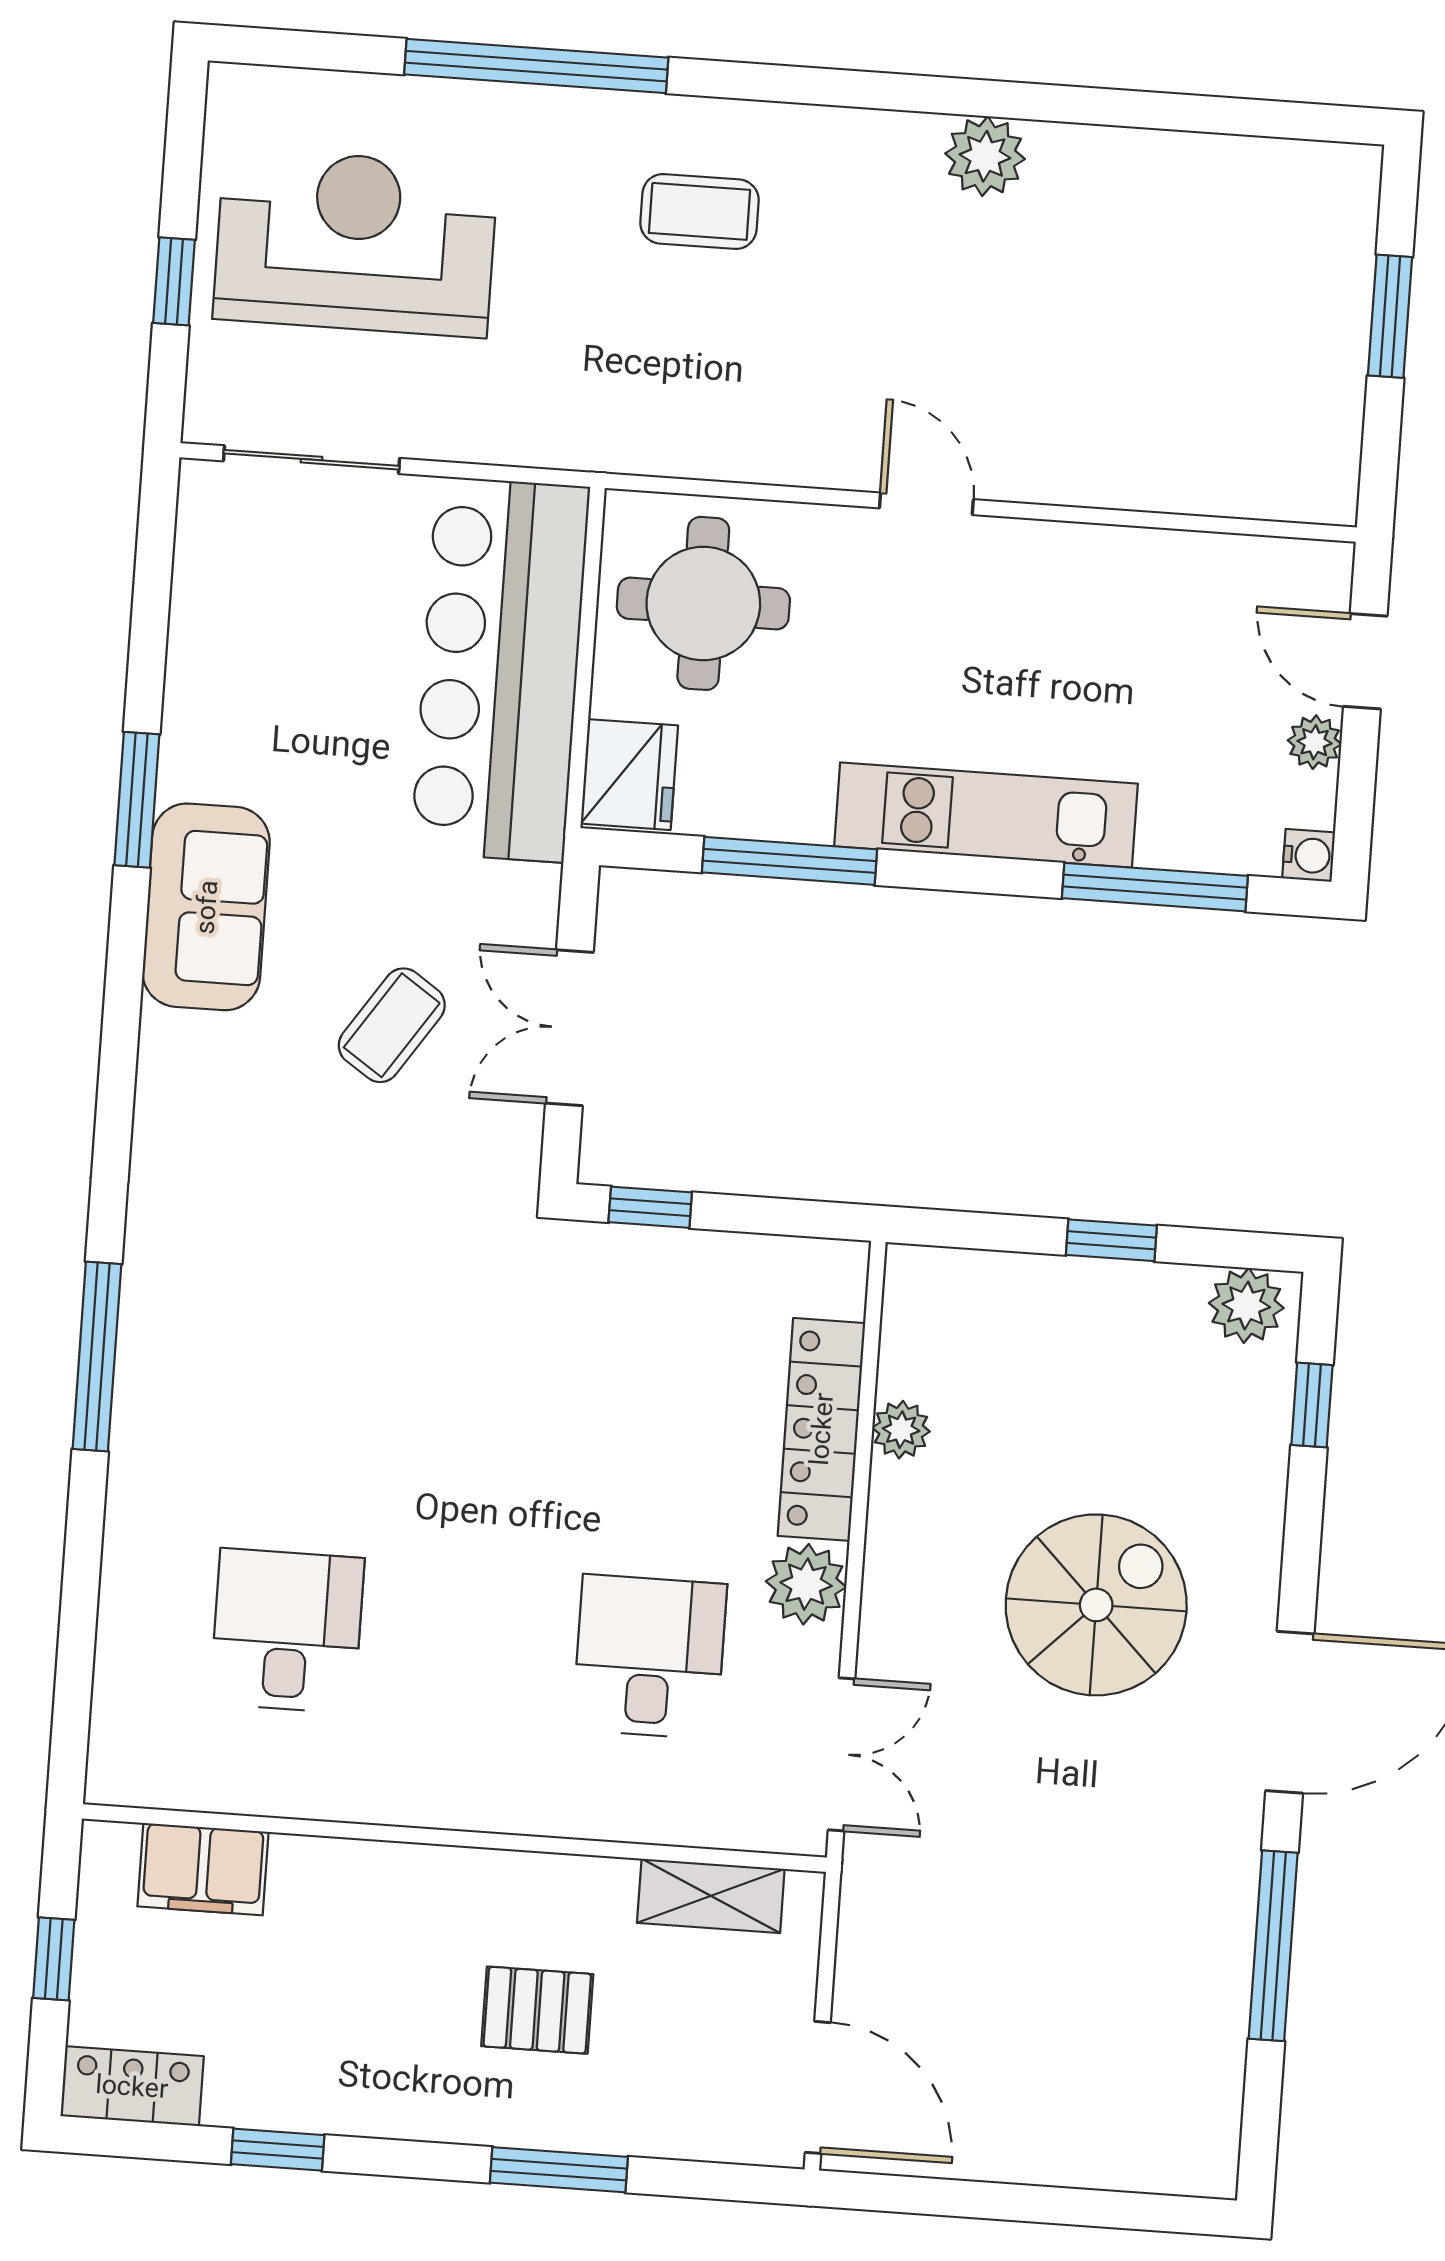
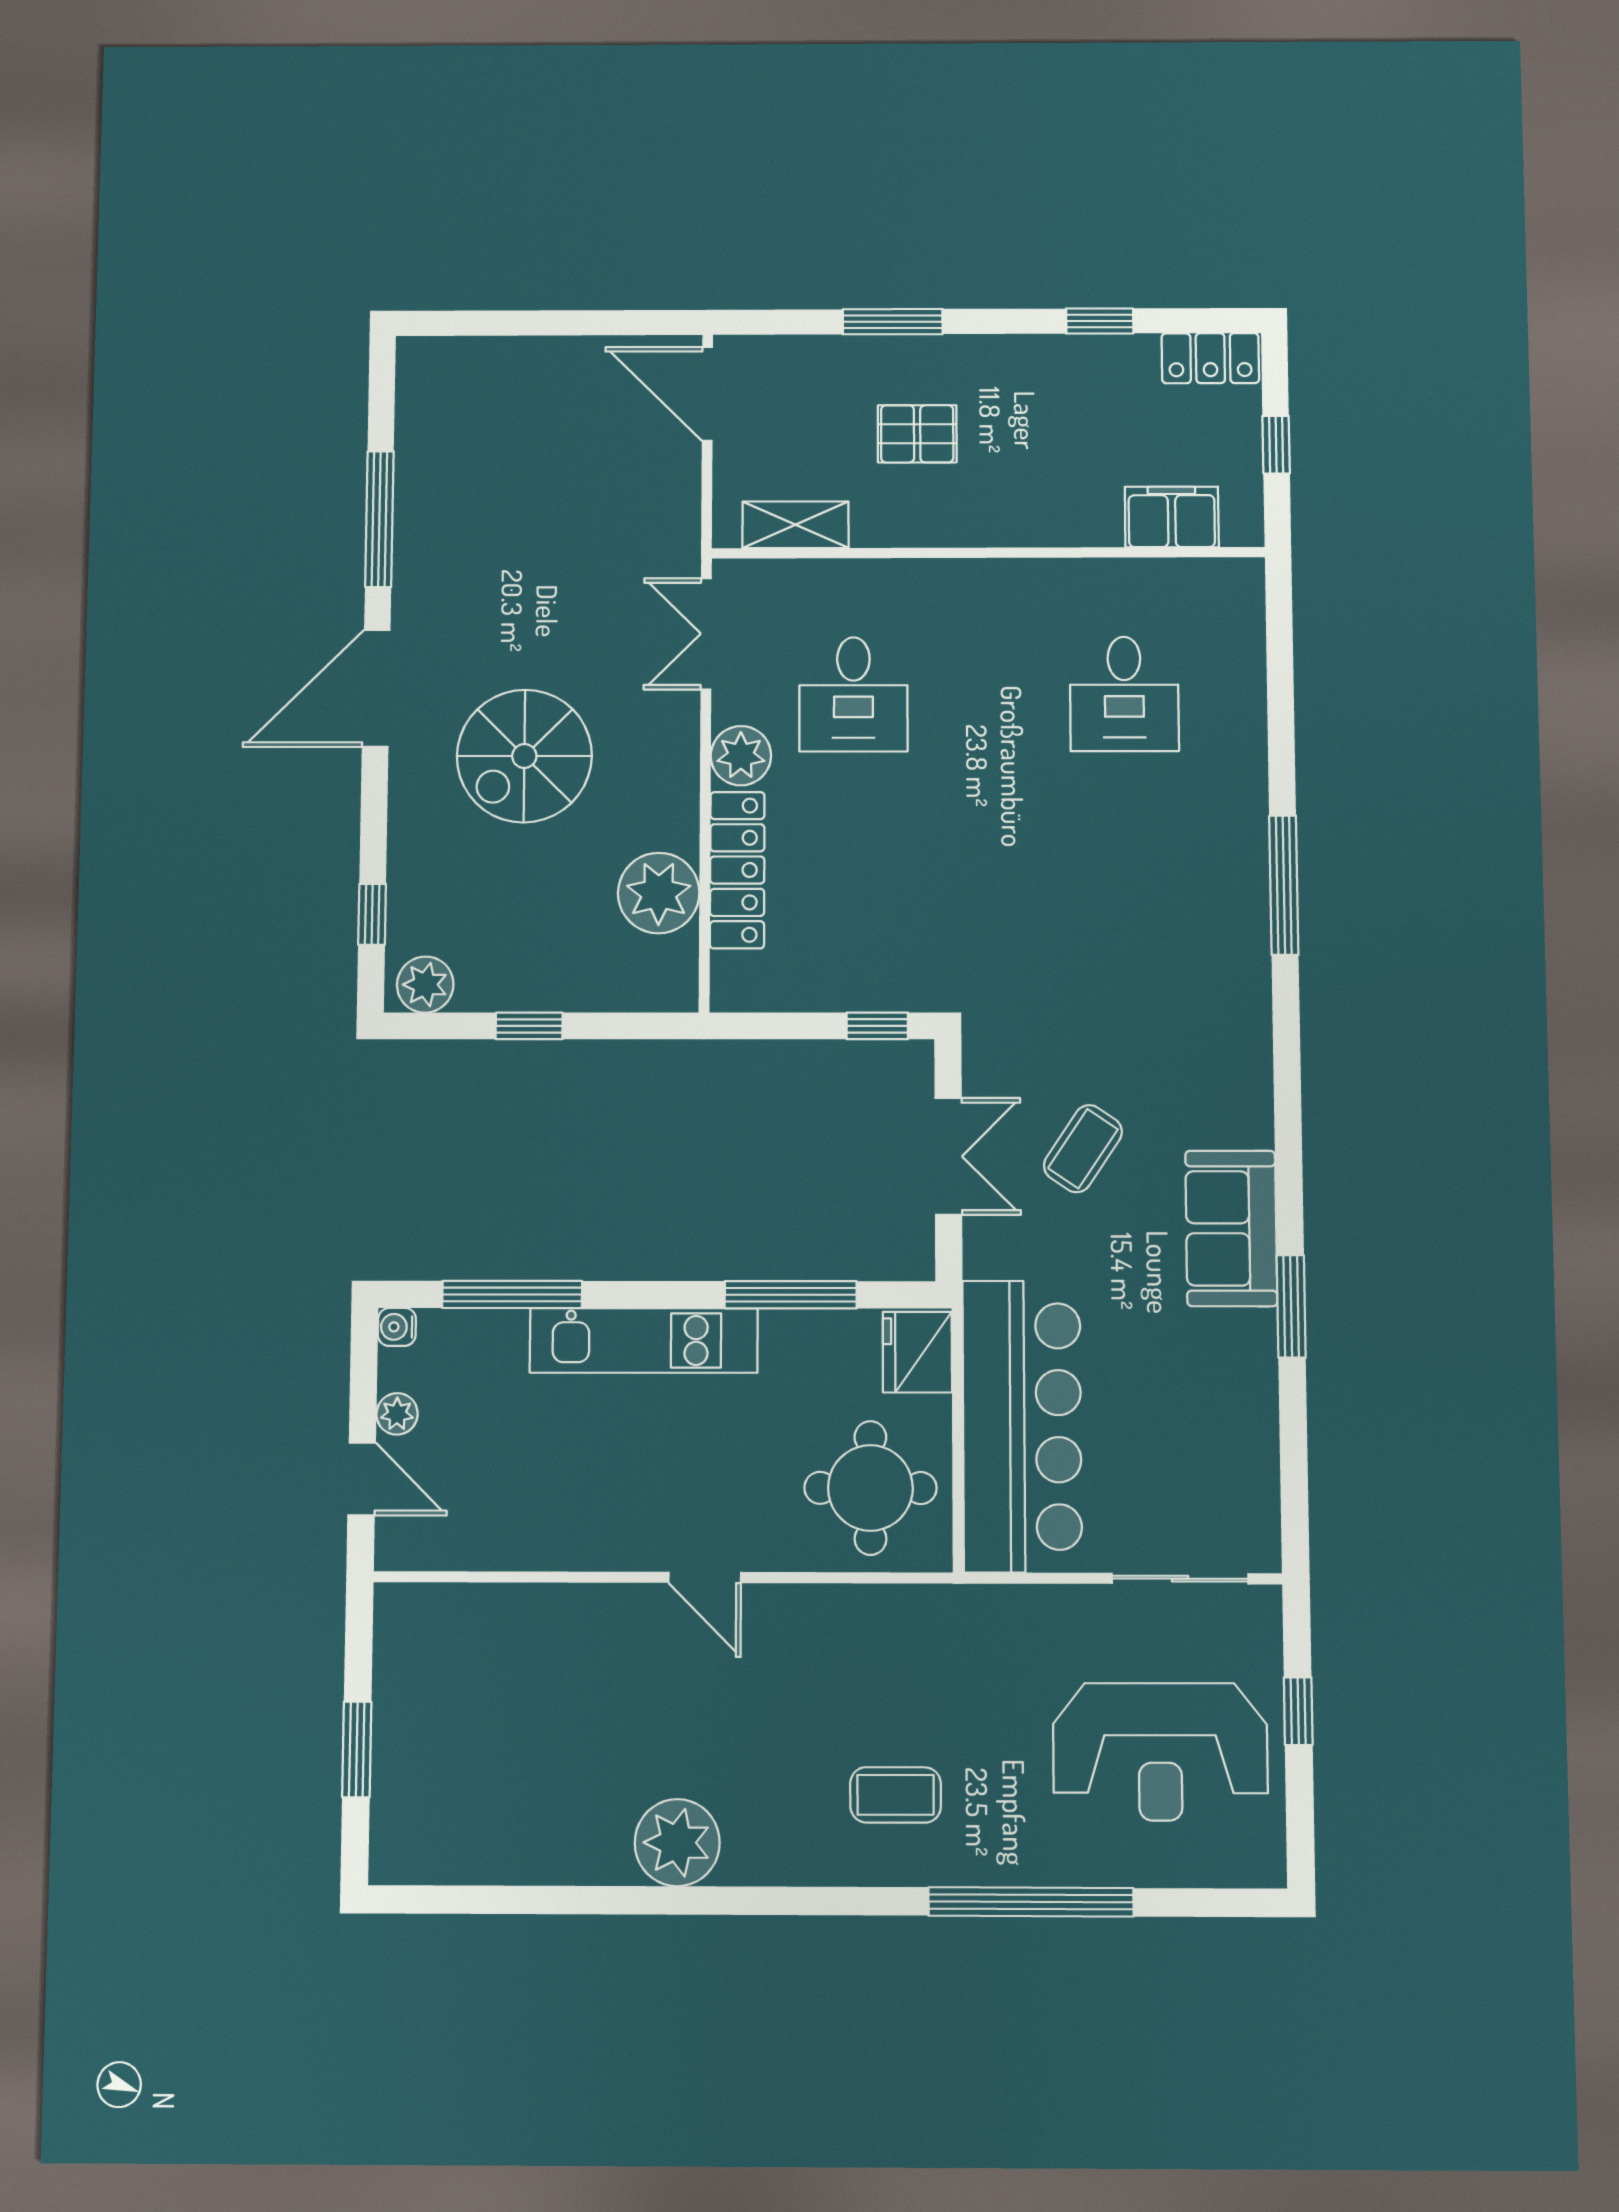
plant: (985, 156) -> (677, 1843), width x1.36, depth x1.36
plant: (901, 1430) -> (659, 893), width x1.88, depth x1.88

